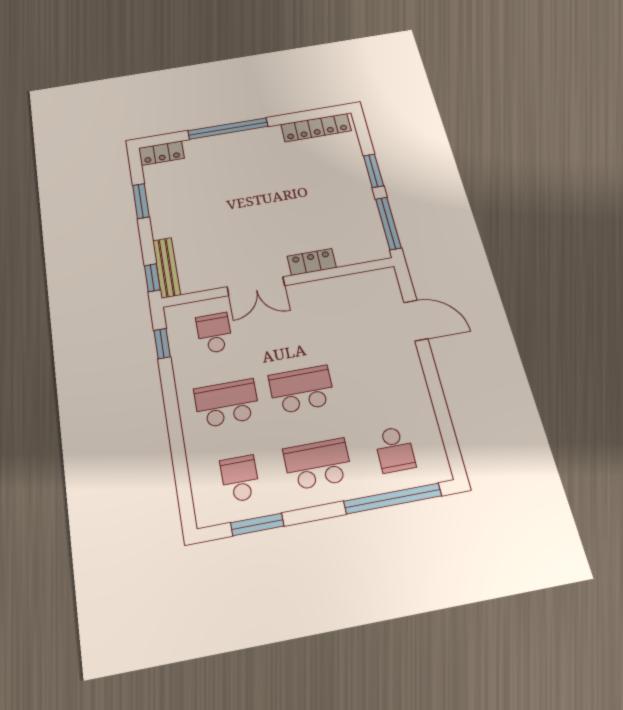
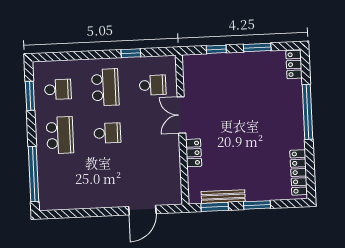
window: (388, 223) -> (215, 207), width x0.69
bench: (166, 268) -> (223, 197), moved
window: (152, 278) -> (216, 49), moved
window: (162, 344) -> (131, 53), moved
school desk: (302, 389) -> (107, 133), width x0.54
school desk: (395, 449) -> (62, 181), removed

